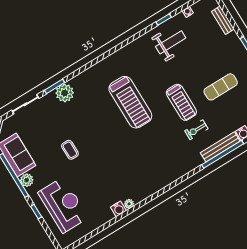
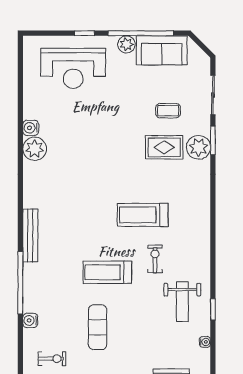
treadmill: (130, 102) -> (143, 215), width x0.73, depth x0.73
rug: (78, 115) -> (164, 147), added
exercise bike: (196, 130) -> (155, 259), moved
bench: (220, 147) -> (30, 236), moved
coffee table: (70, 150) -> (168, 111), moved
plant: (129, 204) -> (35, 149), width x1.88, depth x1.88

